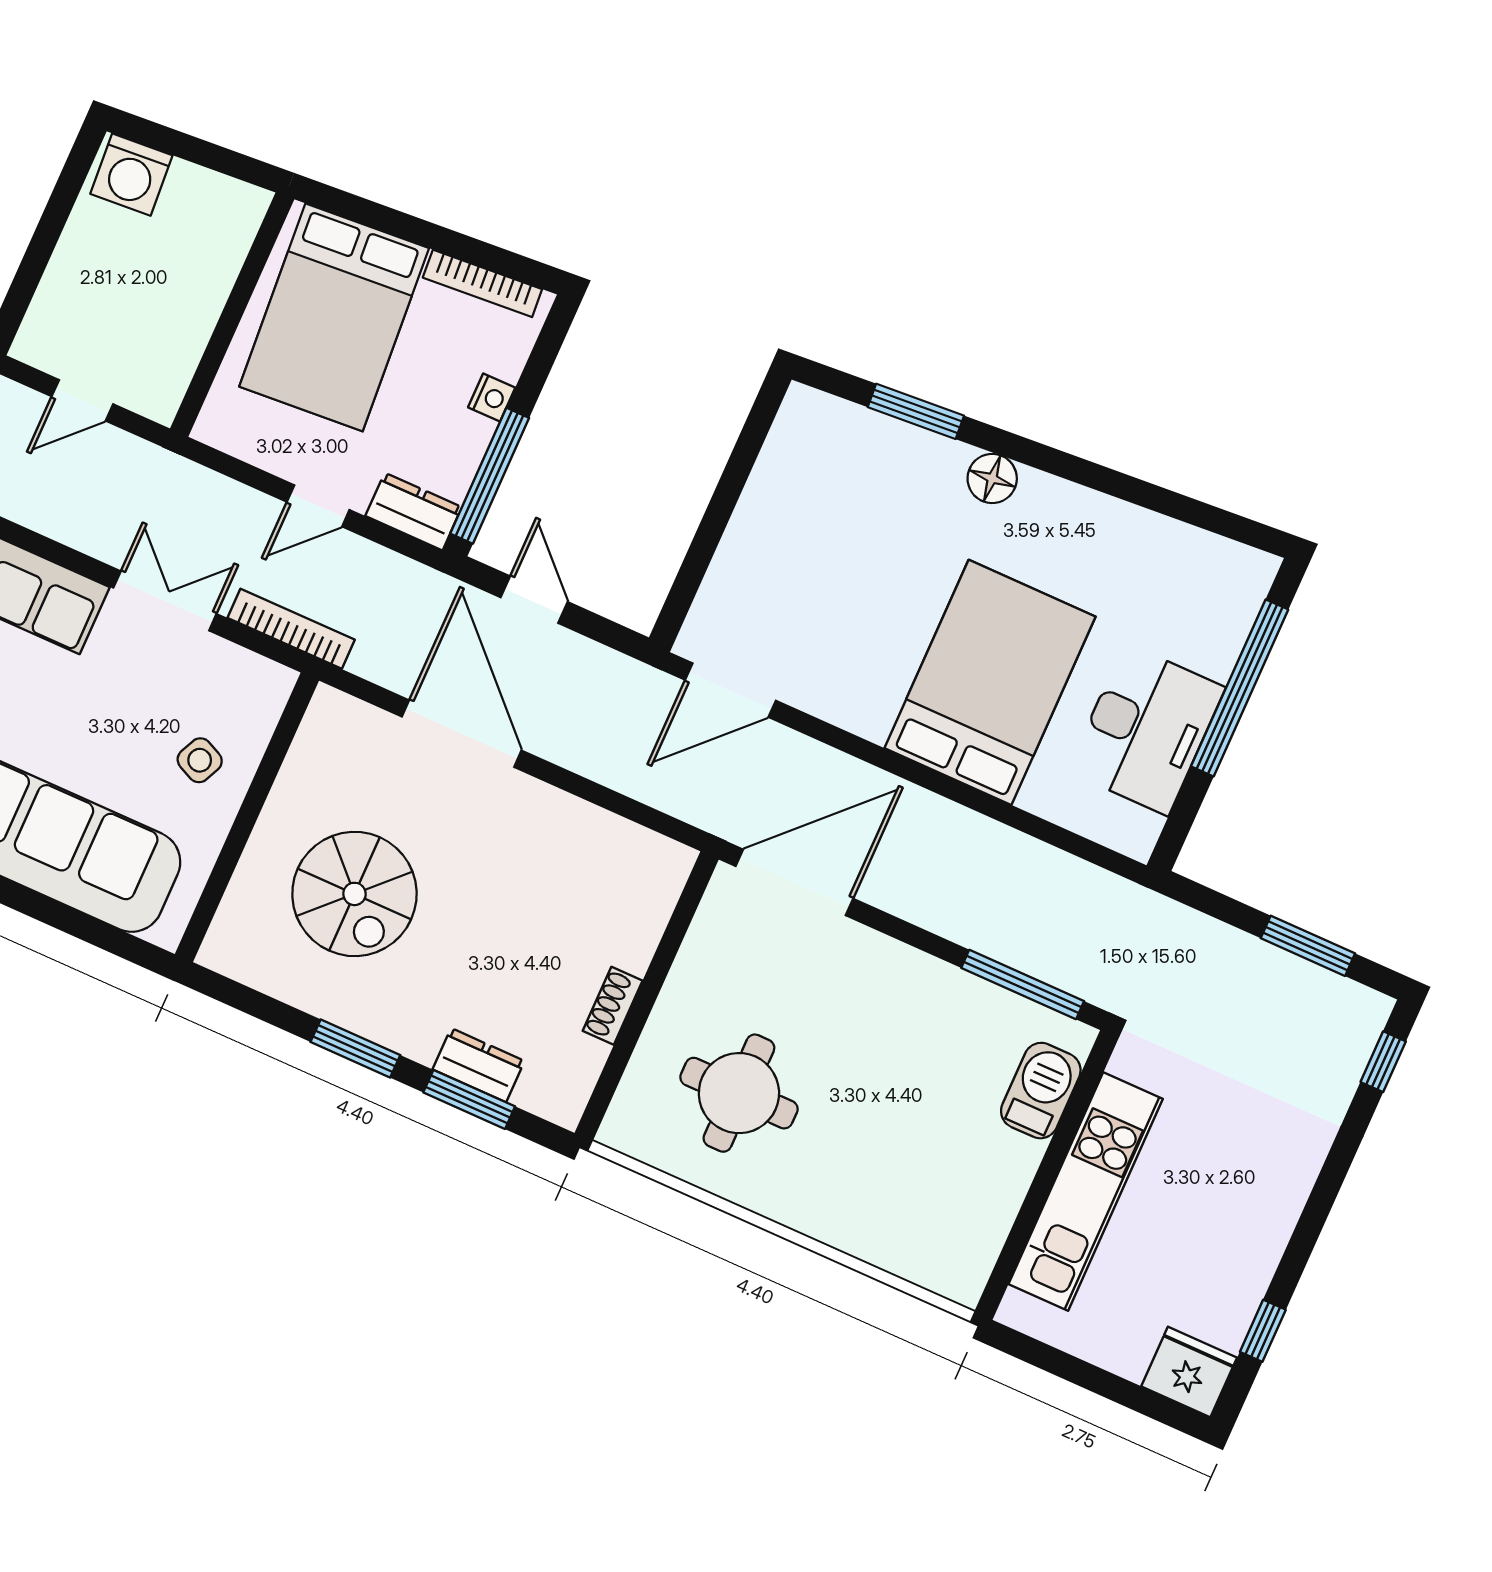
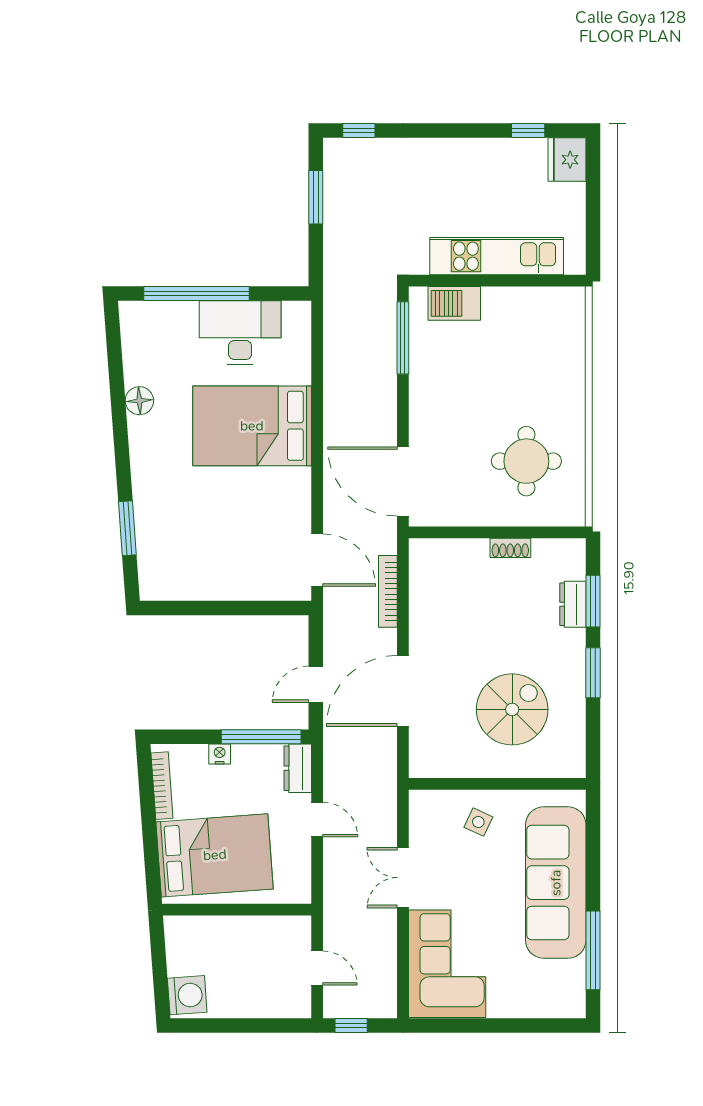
floor lamp: (992, 478) -> (139, 401), moved
bookcase: (291, 629) -> (388, 591), moved

